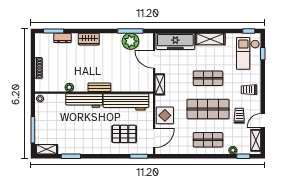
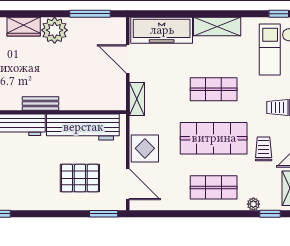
plant: (130, 41) -> (55, 30), moved
door: (154, 138) -> (128, 184), hinge flipped

